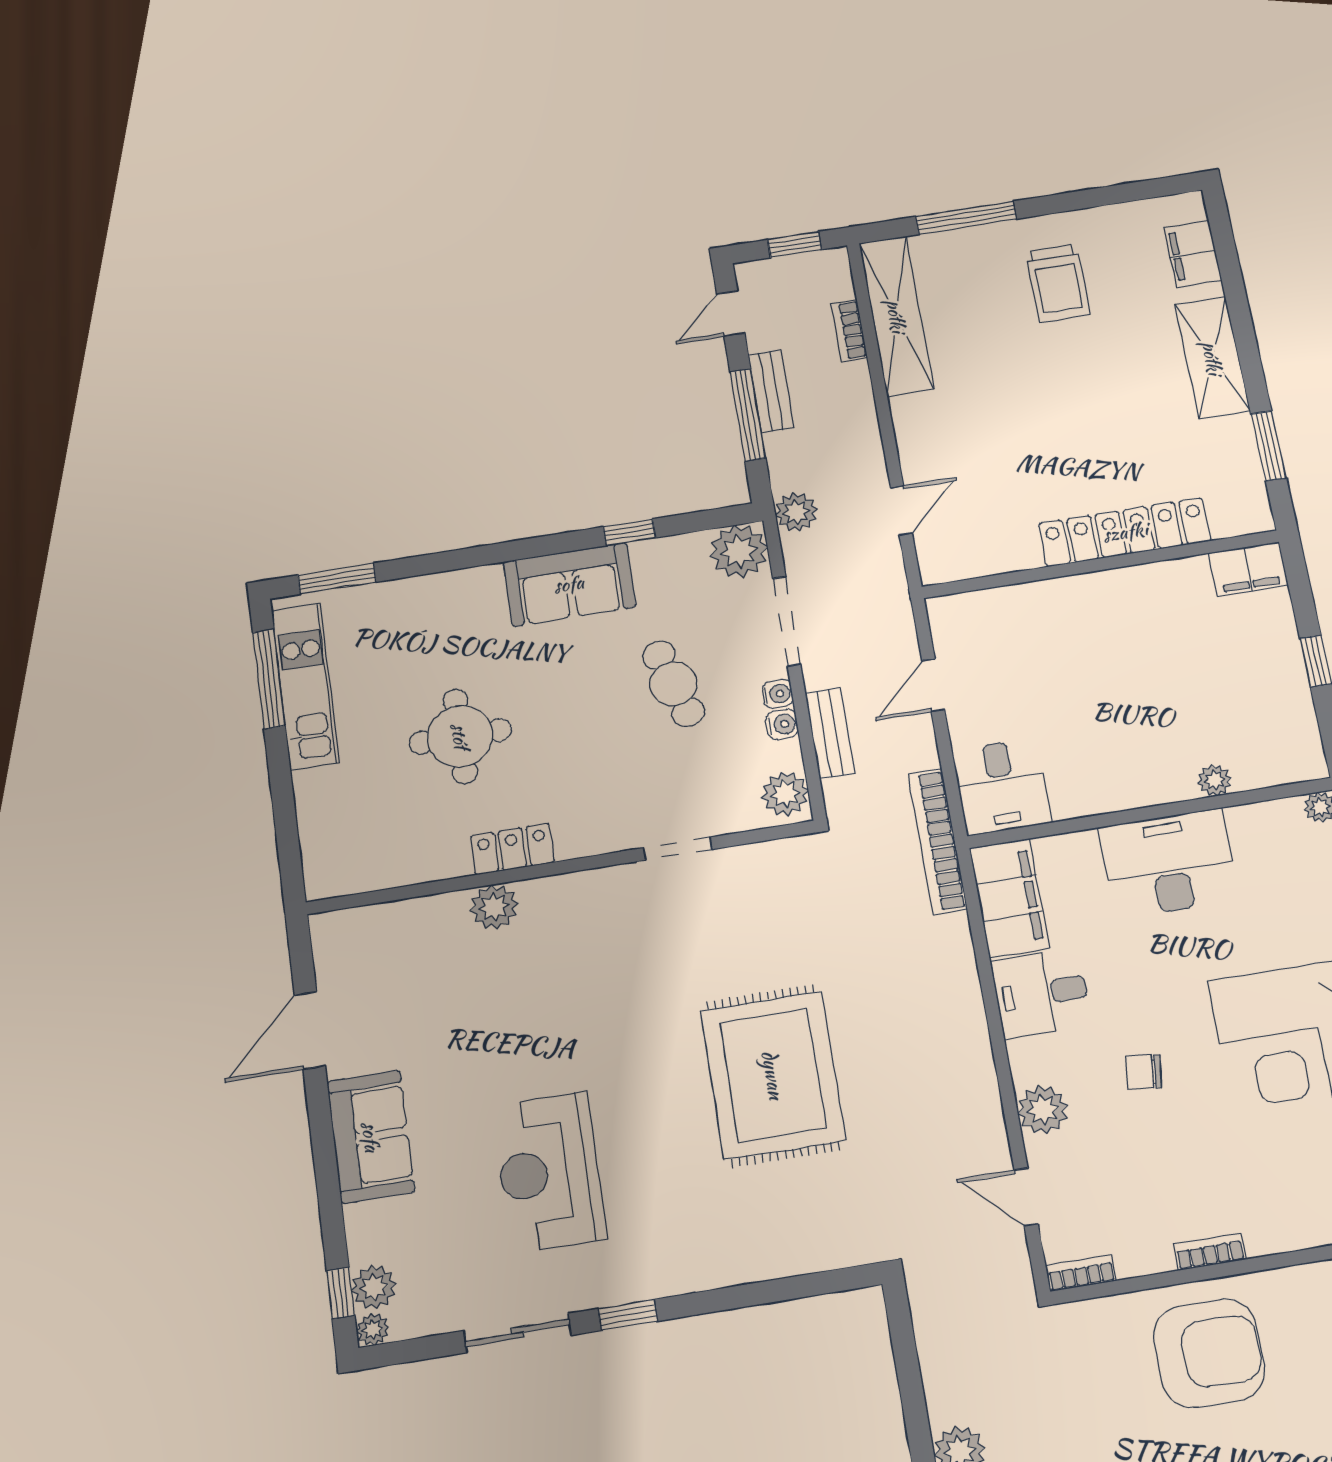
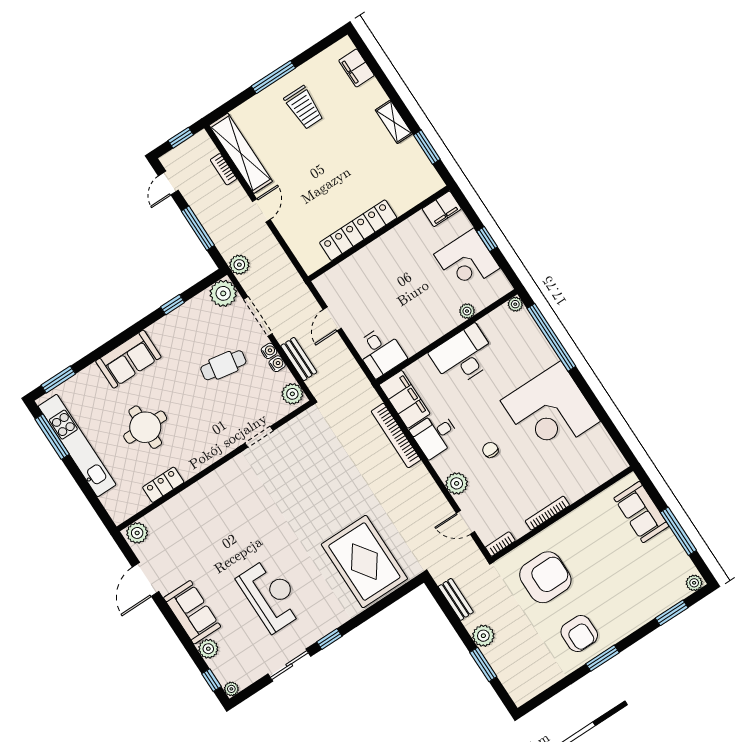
window: (966, 218) -> (273, 77), moved
shelving: (1212, 358) -> (394, 122), width x0.67, depth x0.75
bench: (771, 391) -> (456, 599), moved
door: (901, 511) -> (261, 210), moved
locker: (1125, 532) -> (358, 230), moved
sofa: (569, 584) -> (128, 359), moved
cafe table: (673, 684) -> (223, 365), turned -63
kitchen unit: (305, 686) -> (77, 446), width x1.36
corner desk: (1256, 686) -> (467, 261), added
bookcase: (937, 841) -> (396, 436), moved
locker: (512, 849) -> (163, 485), moved
plant: (494, 907) -> (137, 533), moved
chair: (1144, 1072) -> (490, 450), turned 83
rug: (773, 1075) -> (364, 562), moved
reception desk: (549, 1172) -> (271, 595), turned 180
bookcase: (1210, 1252) -> (547, 513), width x1.56
plant: (374, 1287) -> (208, 649), moved
armchair: (1209, 1353) -> (545, 577), moved

